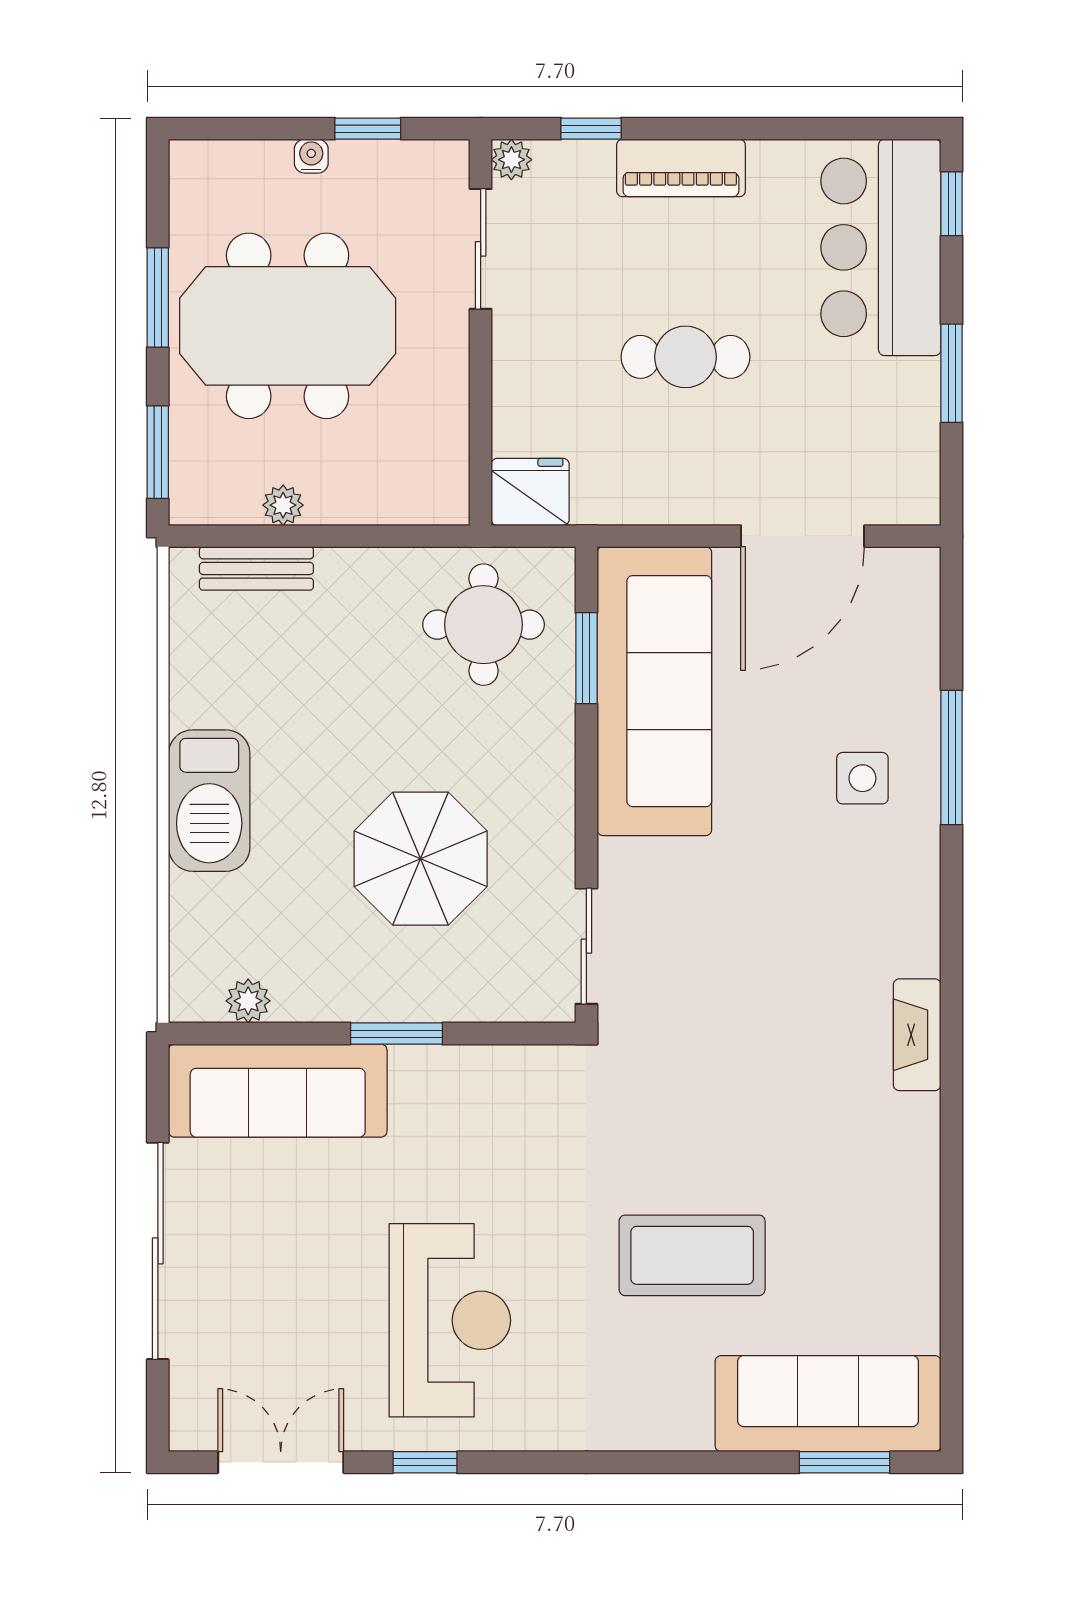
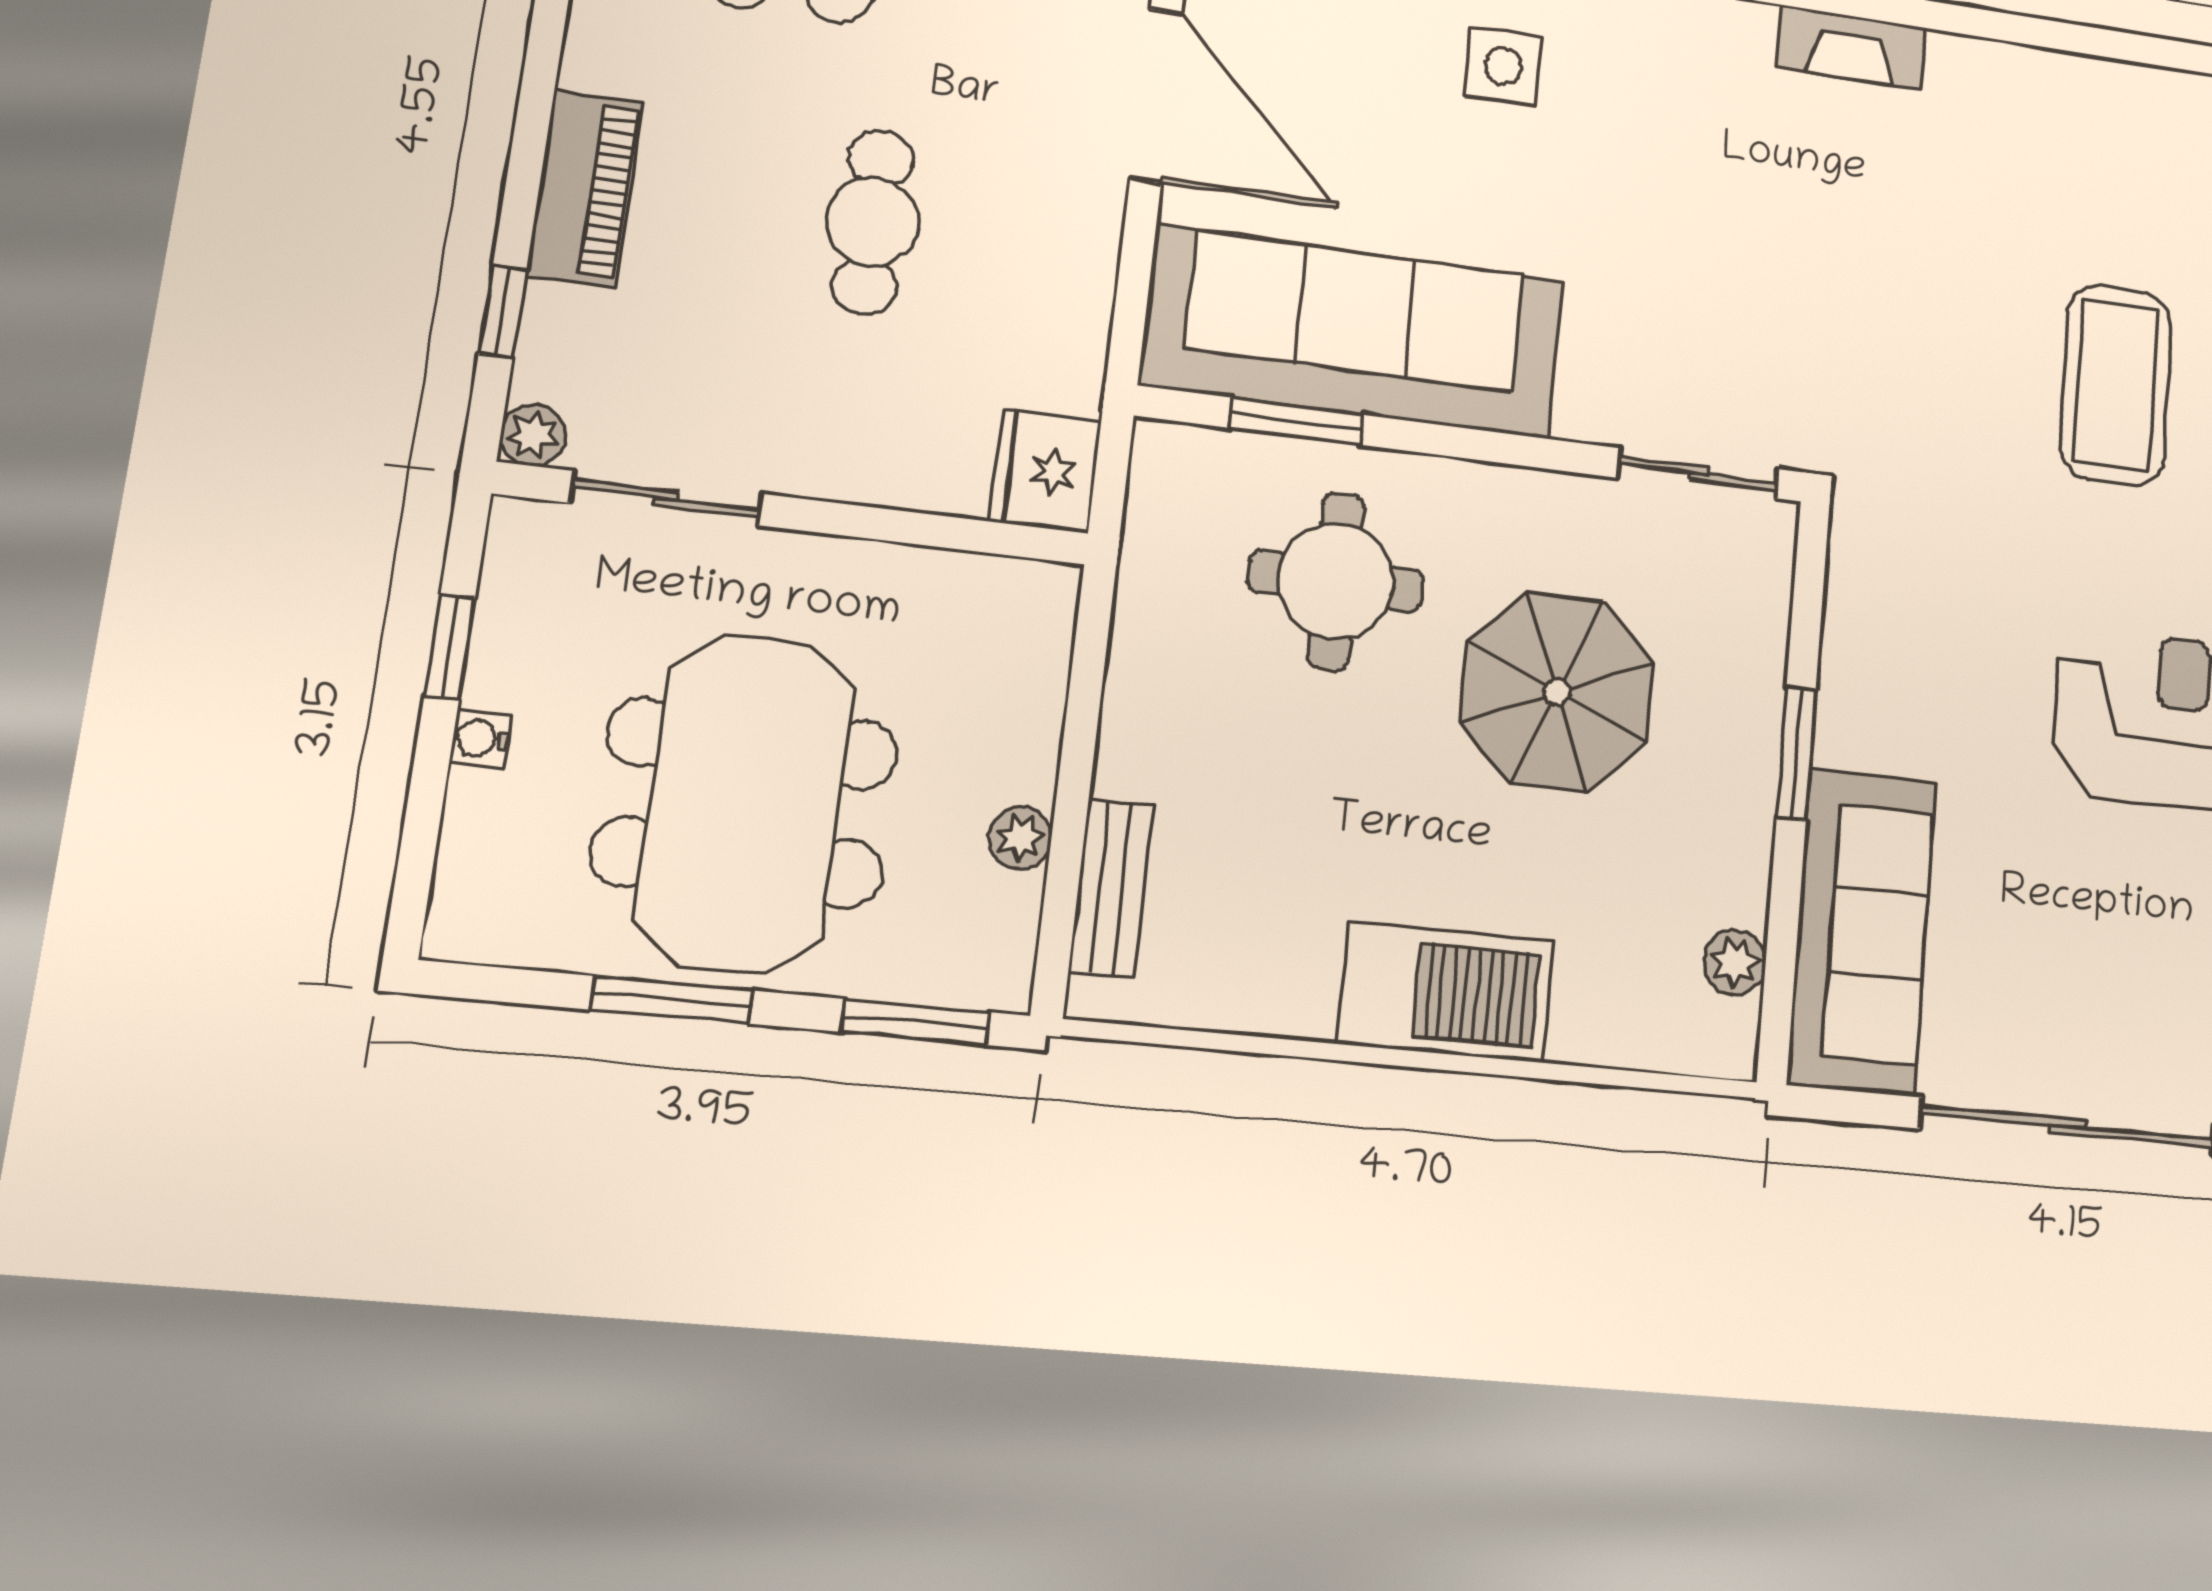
round table: (484, 625) -> (1336, 581), moved

